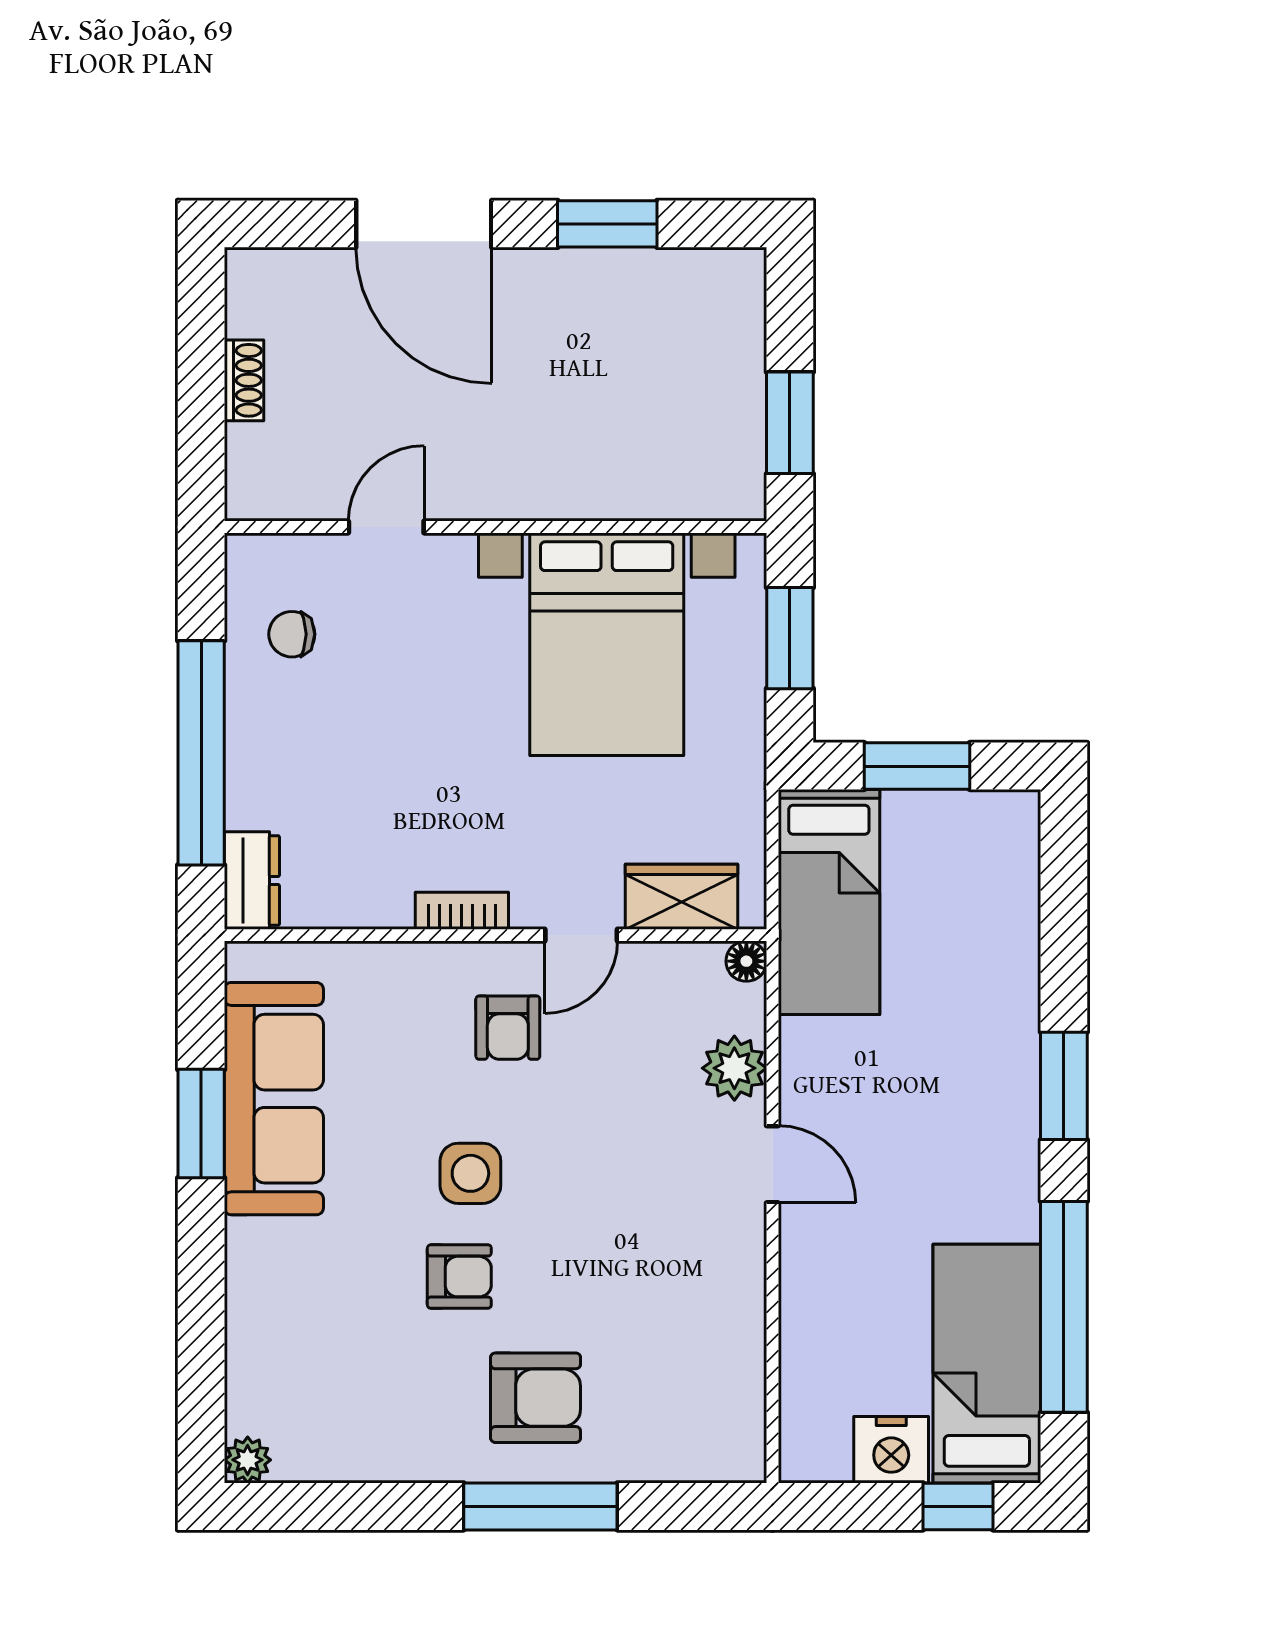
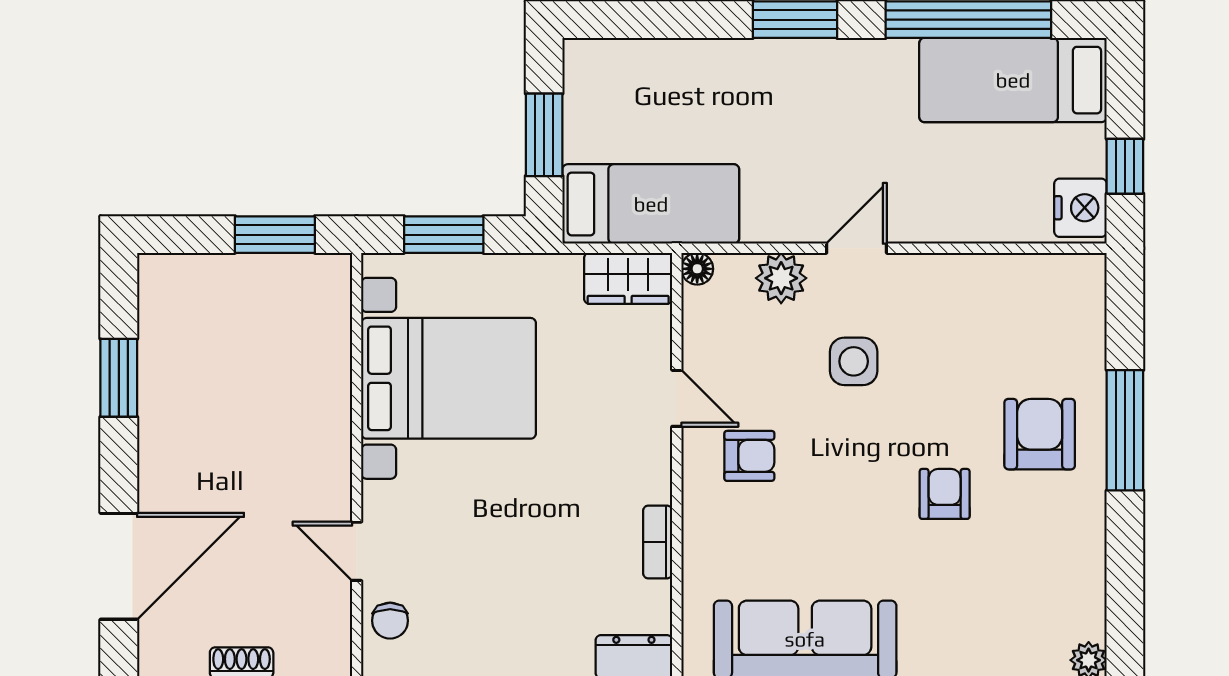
door: (424, 224) -> (119, 566), moved
chair: (292, 634) -> (390, 621), moved
wardrobe: (681, 897) -> (628, 278), moved, turned -90
bookcase: (462, 911) -> (658, 542), moved
side table: (470, 1173) -> (854, 361), moved
nightstand: (891, 1450) -> (1080, 208), moved
window: (958, 1506) -> (1125, 166), moved

